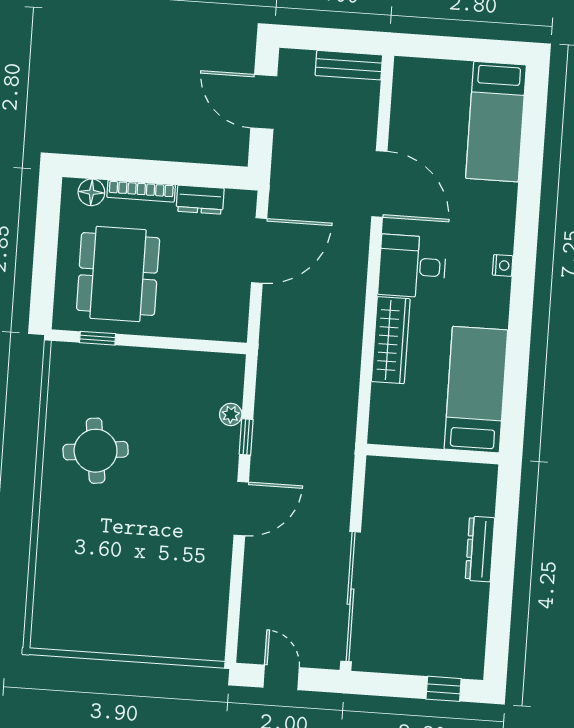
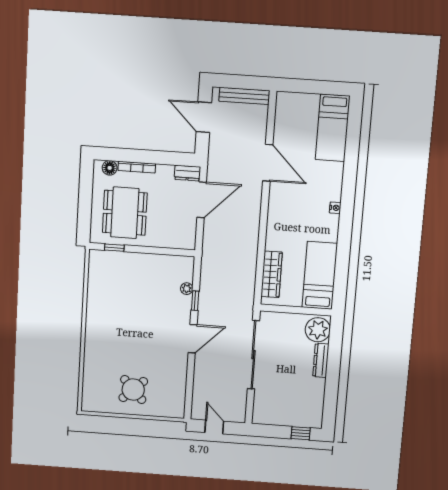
bench: (349, 65) -> (244, 96), width x1.36
dresser: (200, 200) -> (187, 173), moved
desk: (412, 266) -> (286, 208), removed
wardrobe: (391, 340) -> (272, 274), moved
round table: (96, 451) -> (133, 390), moved, turned -36
plant: (474, 491) -> (318, 330), added
sliding door: (351, 597) -> (253, 355), moved

